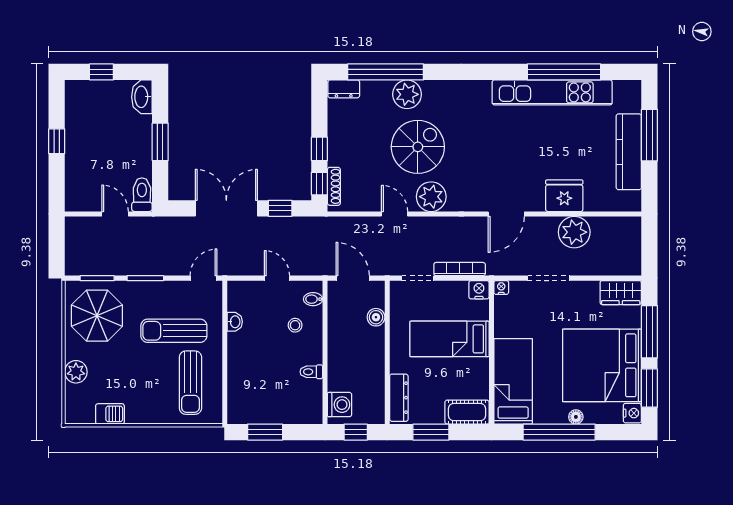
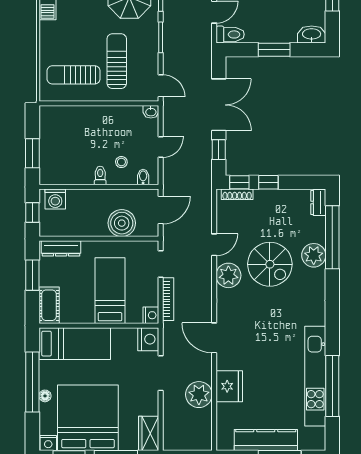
nightstand: (501, 287) -> (148, 339), width x1.89, depth x1.79
boiler: (376, 317) -> (122, 223), width x1.86, depth x1.86
washbasin: (235, 322) -> (151, 112), moved
toilet: (311, 372) -> (100, 176), moved
window: (265, 432) -> (32, 153), moved

